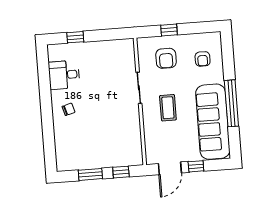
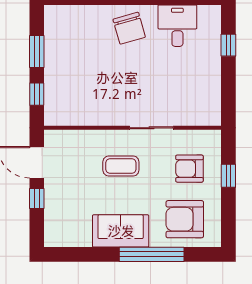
armchair: (203, 59) -> (185, 219), width x1.88, depth x1.88
window: (231, 103) -> (152, 254), moved
chair: (69, 109) -> (129, 28), width x1.87, depth x1.87
sofa: (213, 122) -> (121, 231), width x0.54, depth x0.79

